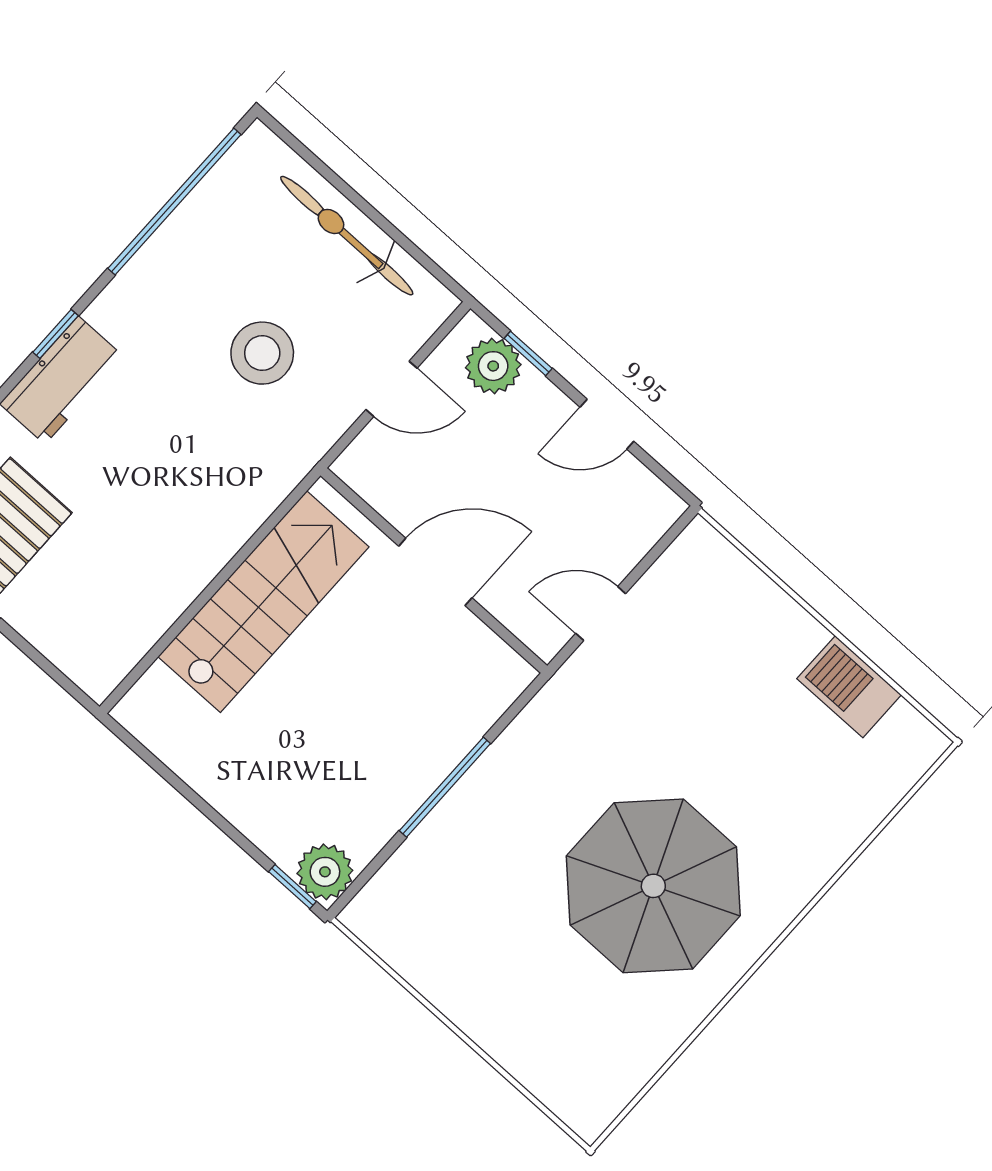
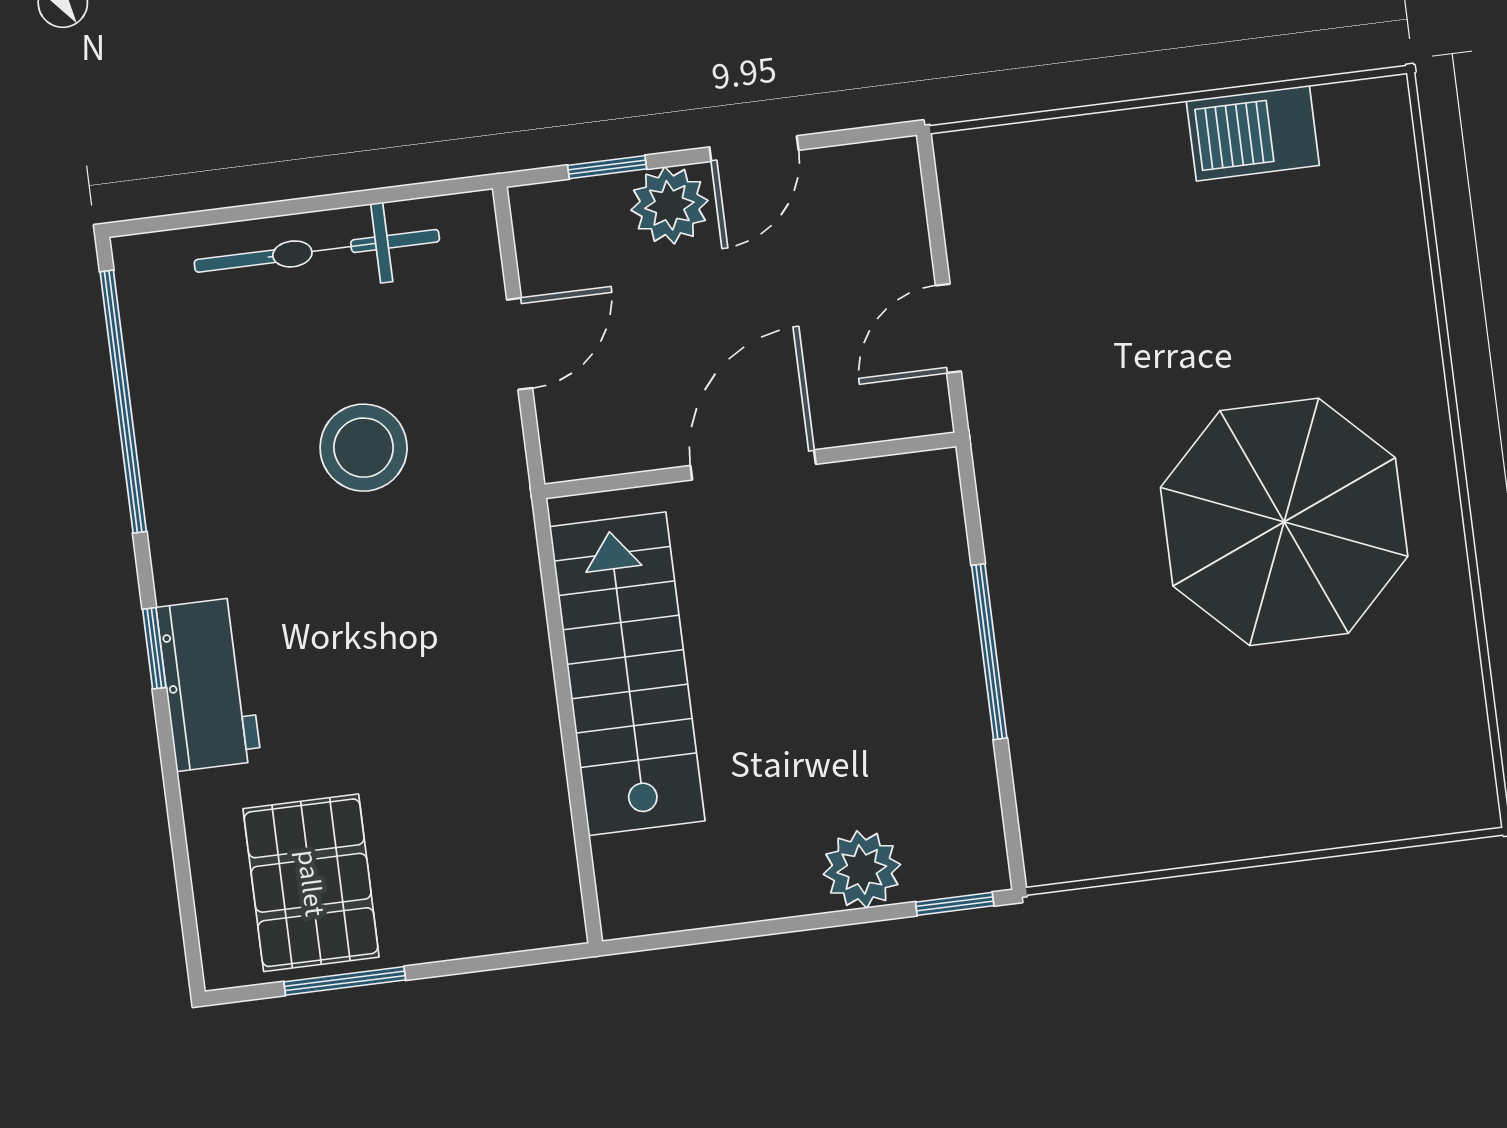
plant: (493, 366) -> (669, 205), moved
plant: (325, 872) -> (862, 869), moved

